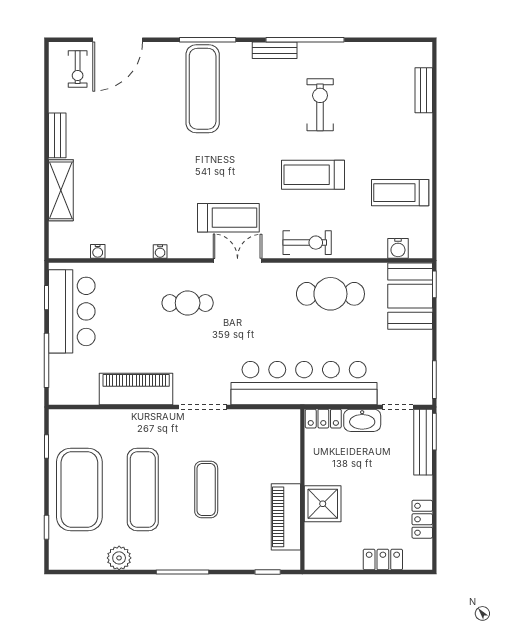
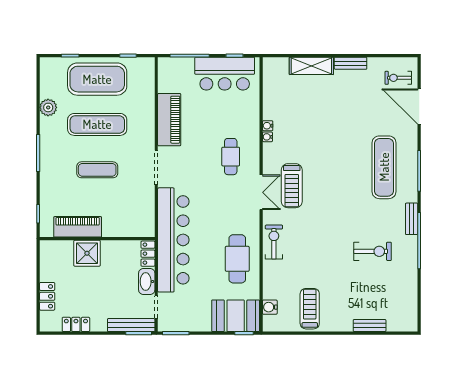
exercise mat: (203, 89) -> (384, 167), turned 90
bench: (424, 90) -> (370, 326), moved
treadmill: (313, 175) -> (322, 246), removed
exercise bike: (307, 243) -> (274, 242), turned 180
water cooler: (98, 251) -> (268, 126), moved

